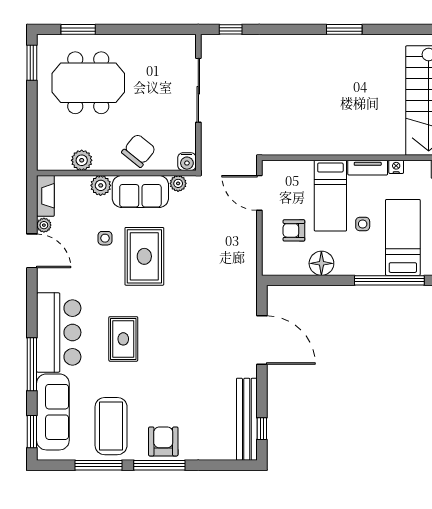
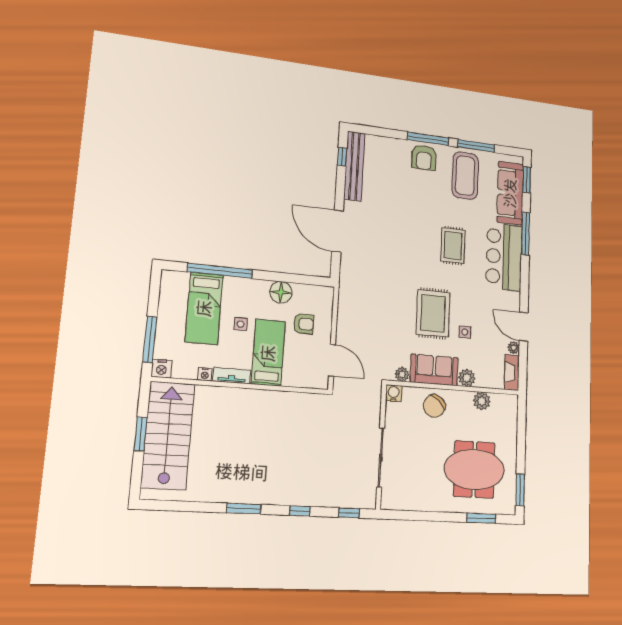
window: (284, 29) -> (300, 511), added

